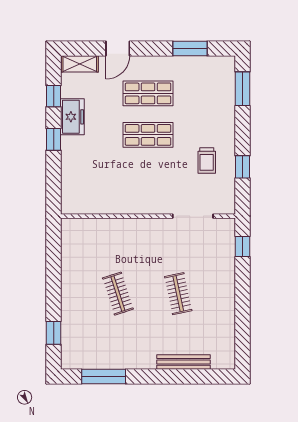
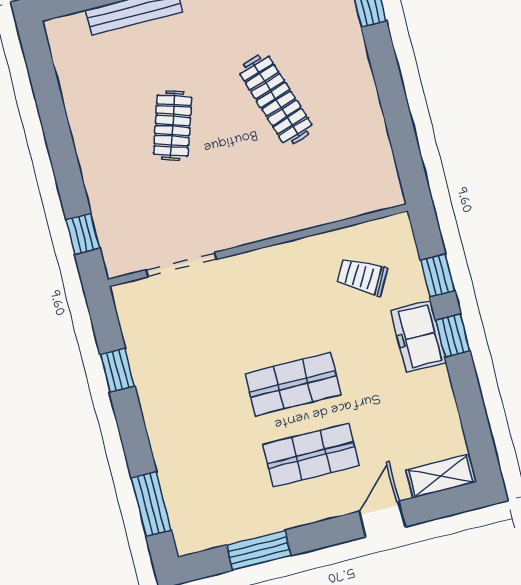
window: (54, 96) -> (438, 275), moved
freezer: (72, 117) -> (419, 337), moved
trolley: (207, 160) -> (362, 276), moved, turned -61
clothes rail: (118, 294) -> (276, 99), width x1.36
clothes rail: (178, 294) -> (173, 126), turned 30

